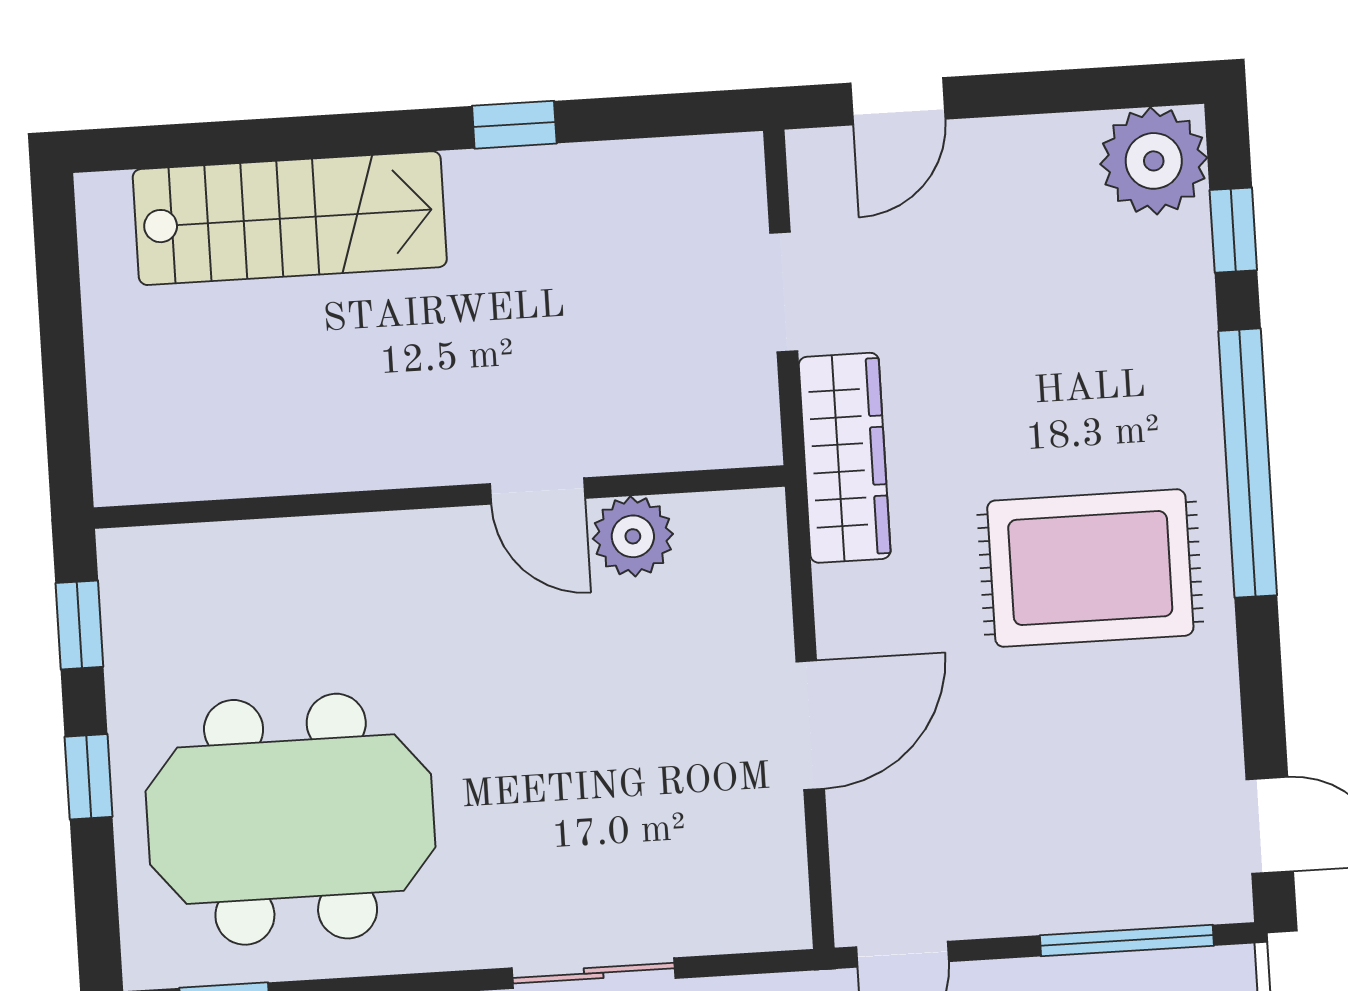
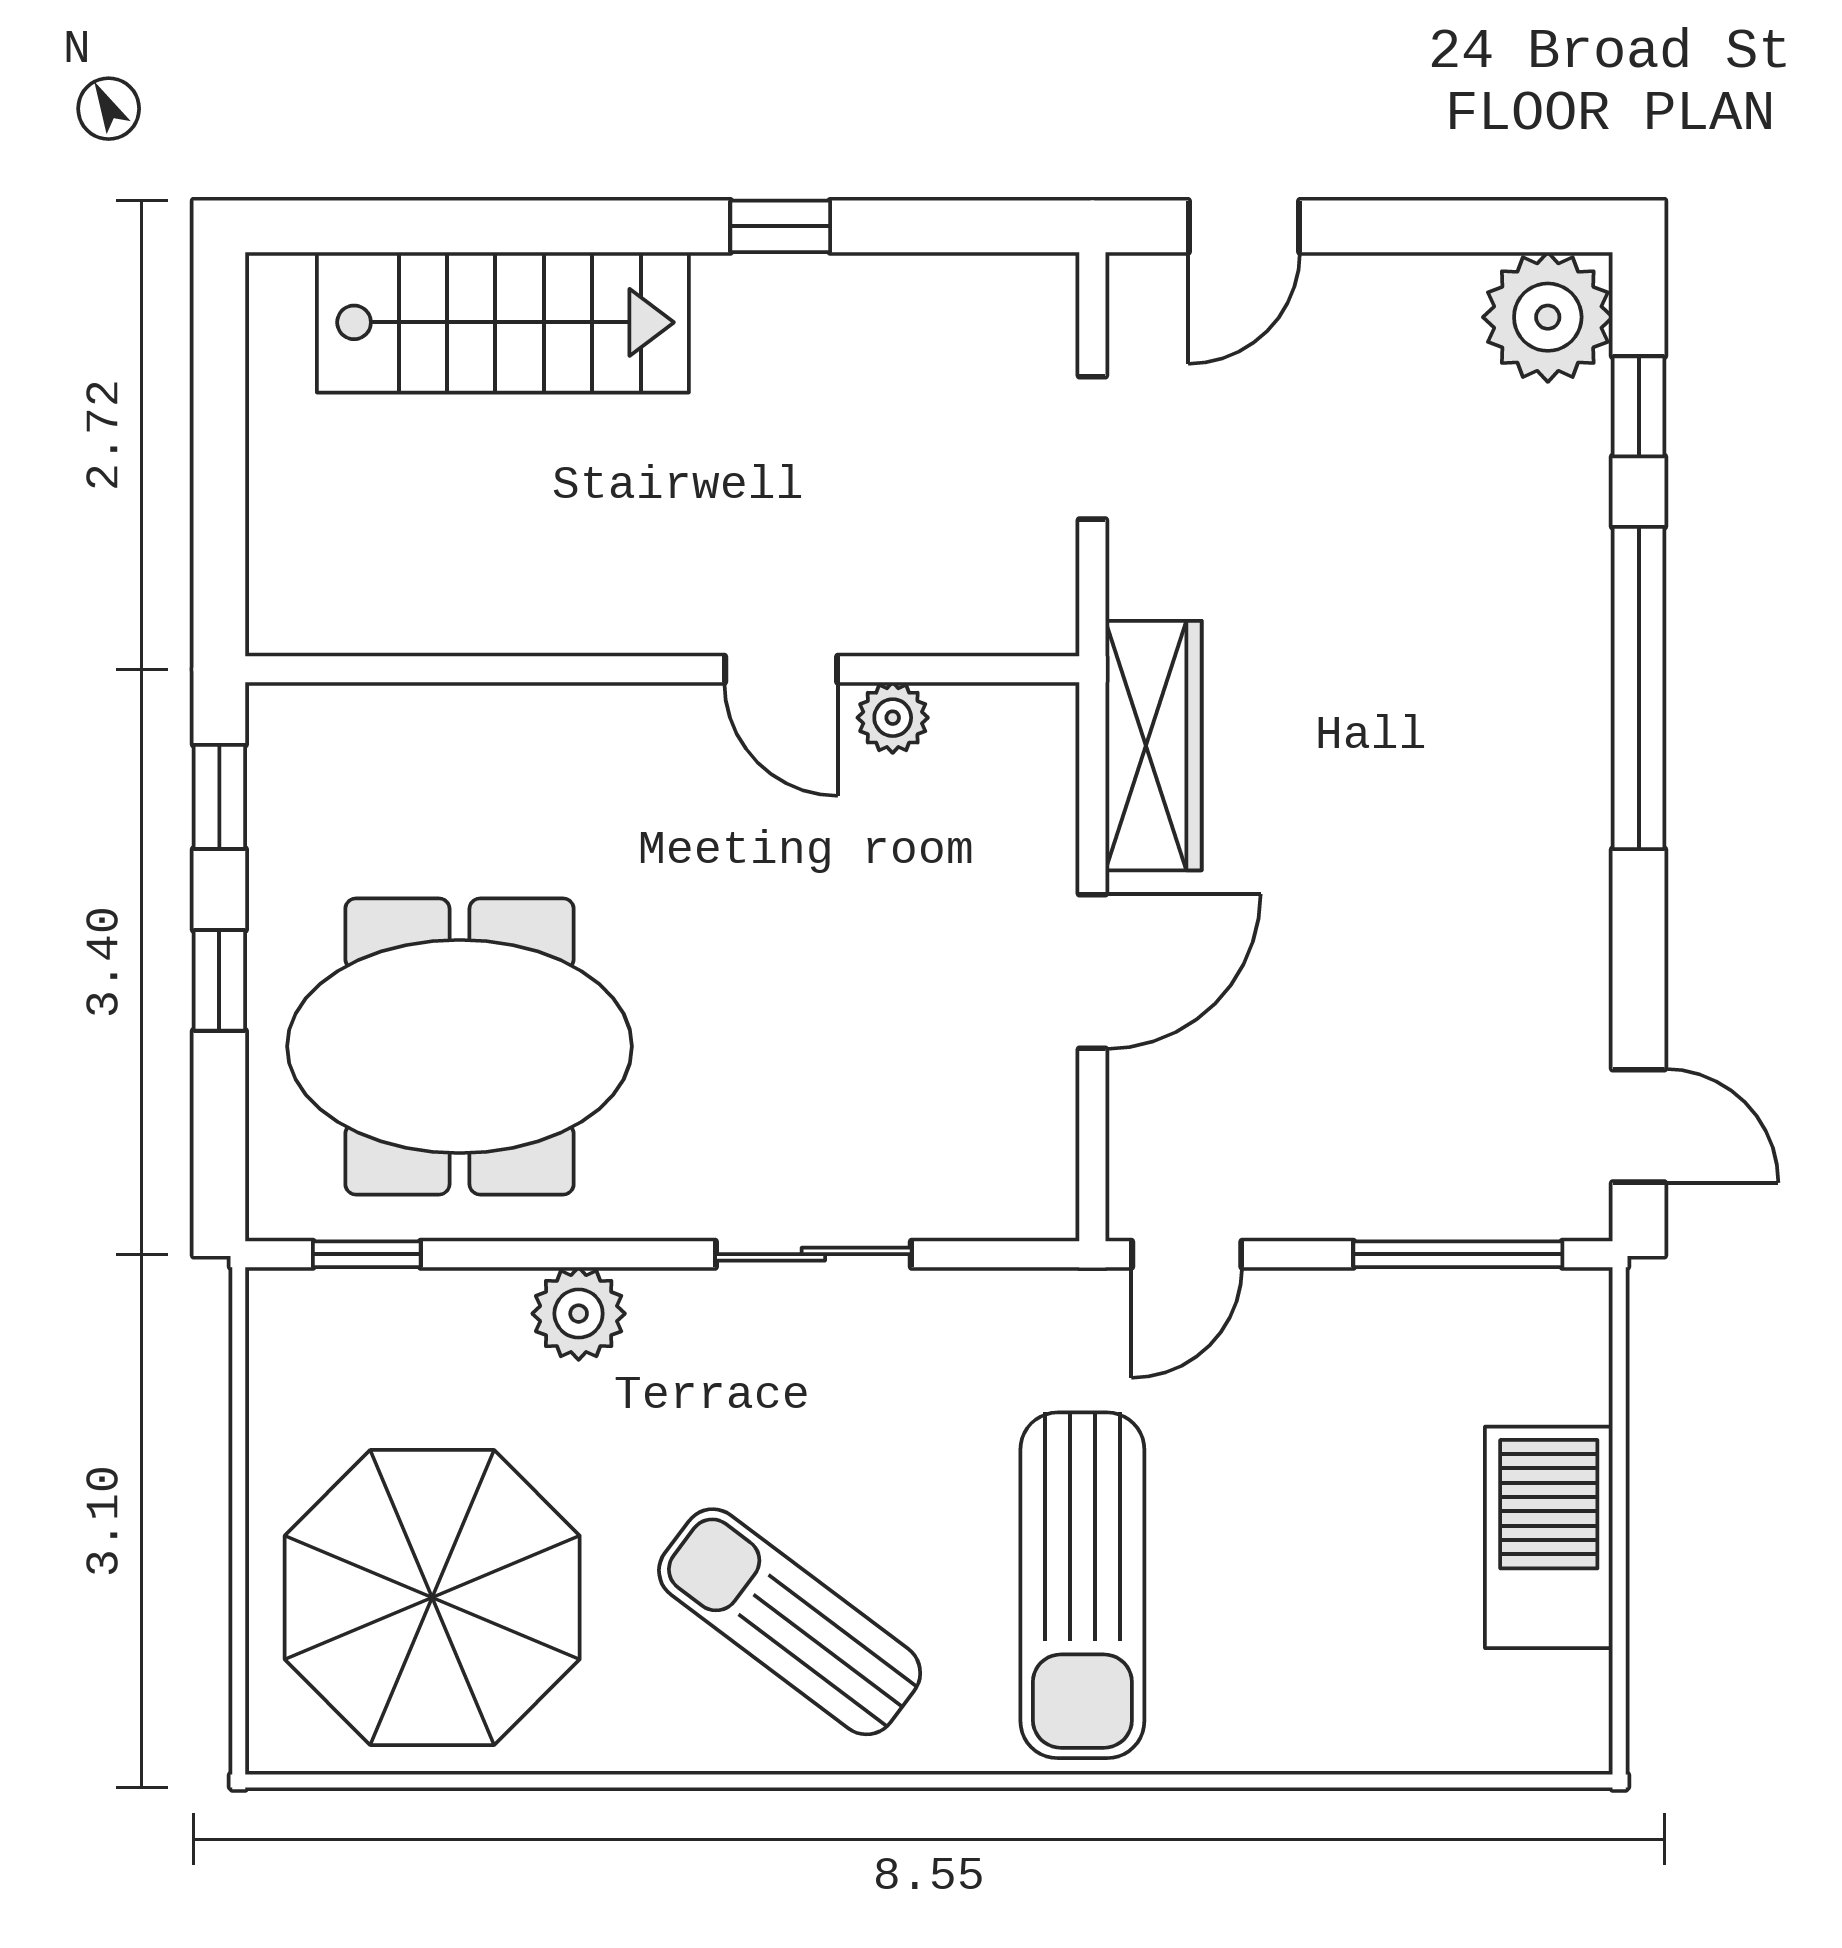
wardrobe: (845, 458) -> (1154, 746), moved
plant: (633, 536) -> (893, 718), width x0.73, depth x0.73
rug: (1090, 568) -> (1441, 803), removed

